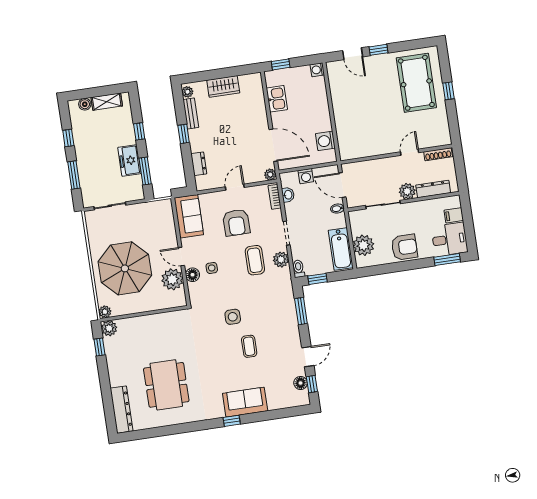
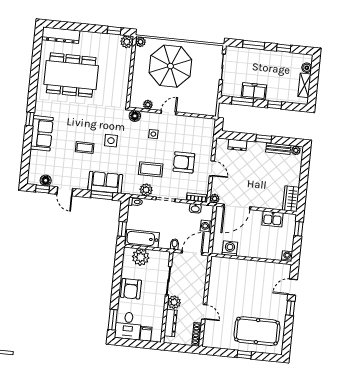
wardrobe: (223, 86) -> (291, 199), moved
sofa: (189, 216) -> (105, 182), moved, turned 180
floor lamp: (193, 275) -> (135, 116), moved
plant: (172, 279) -> (148, 105), width x0.53, depth x0.53
window: (318, 279) -> (122, 229), moved
dining table: (166, 385) -> (71, 75), width x1.36, depth x1.24

